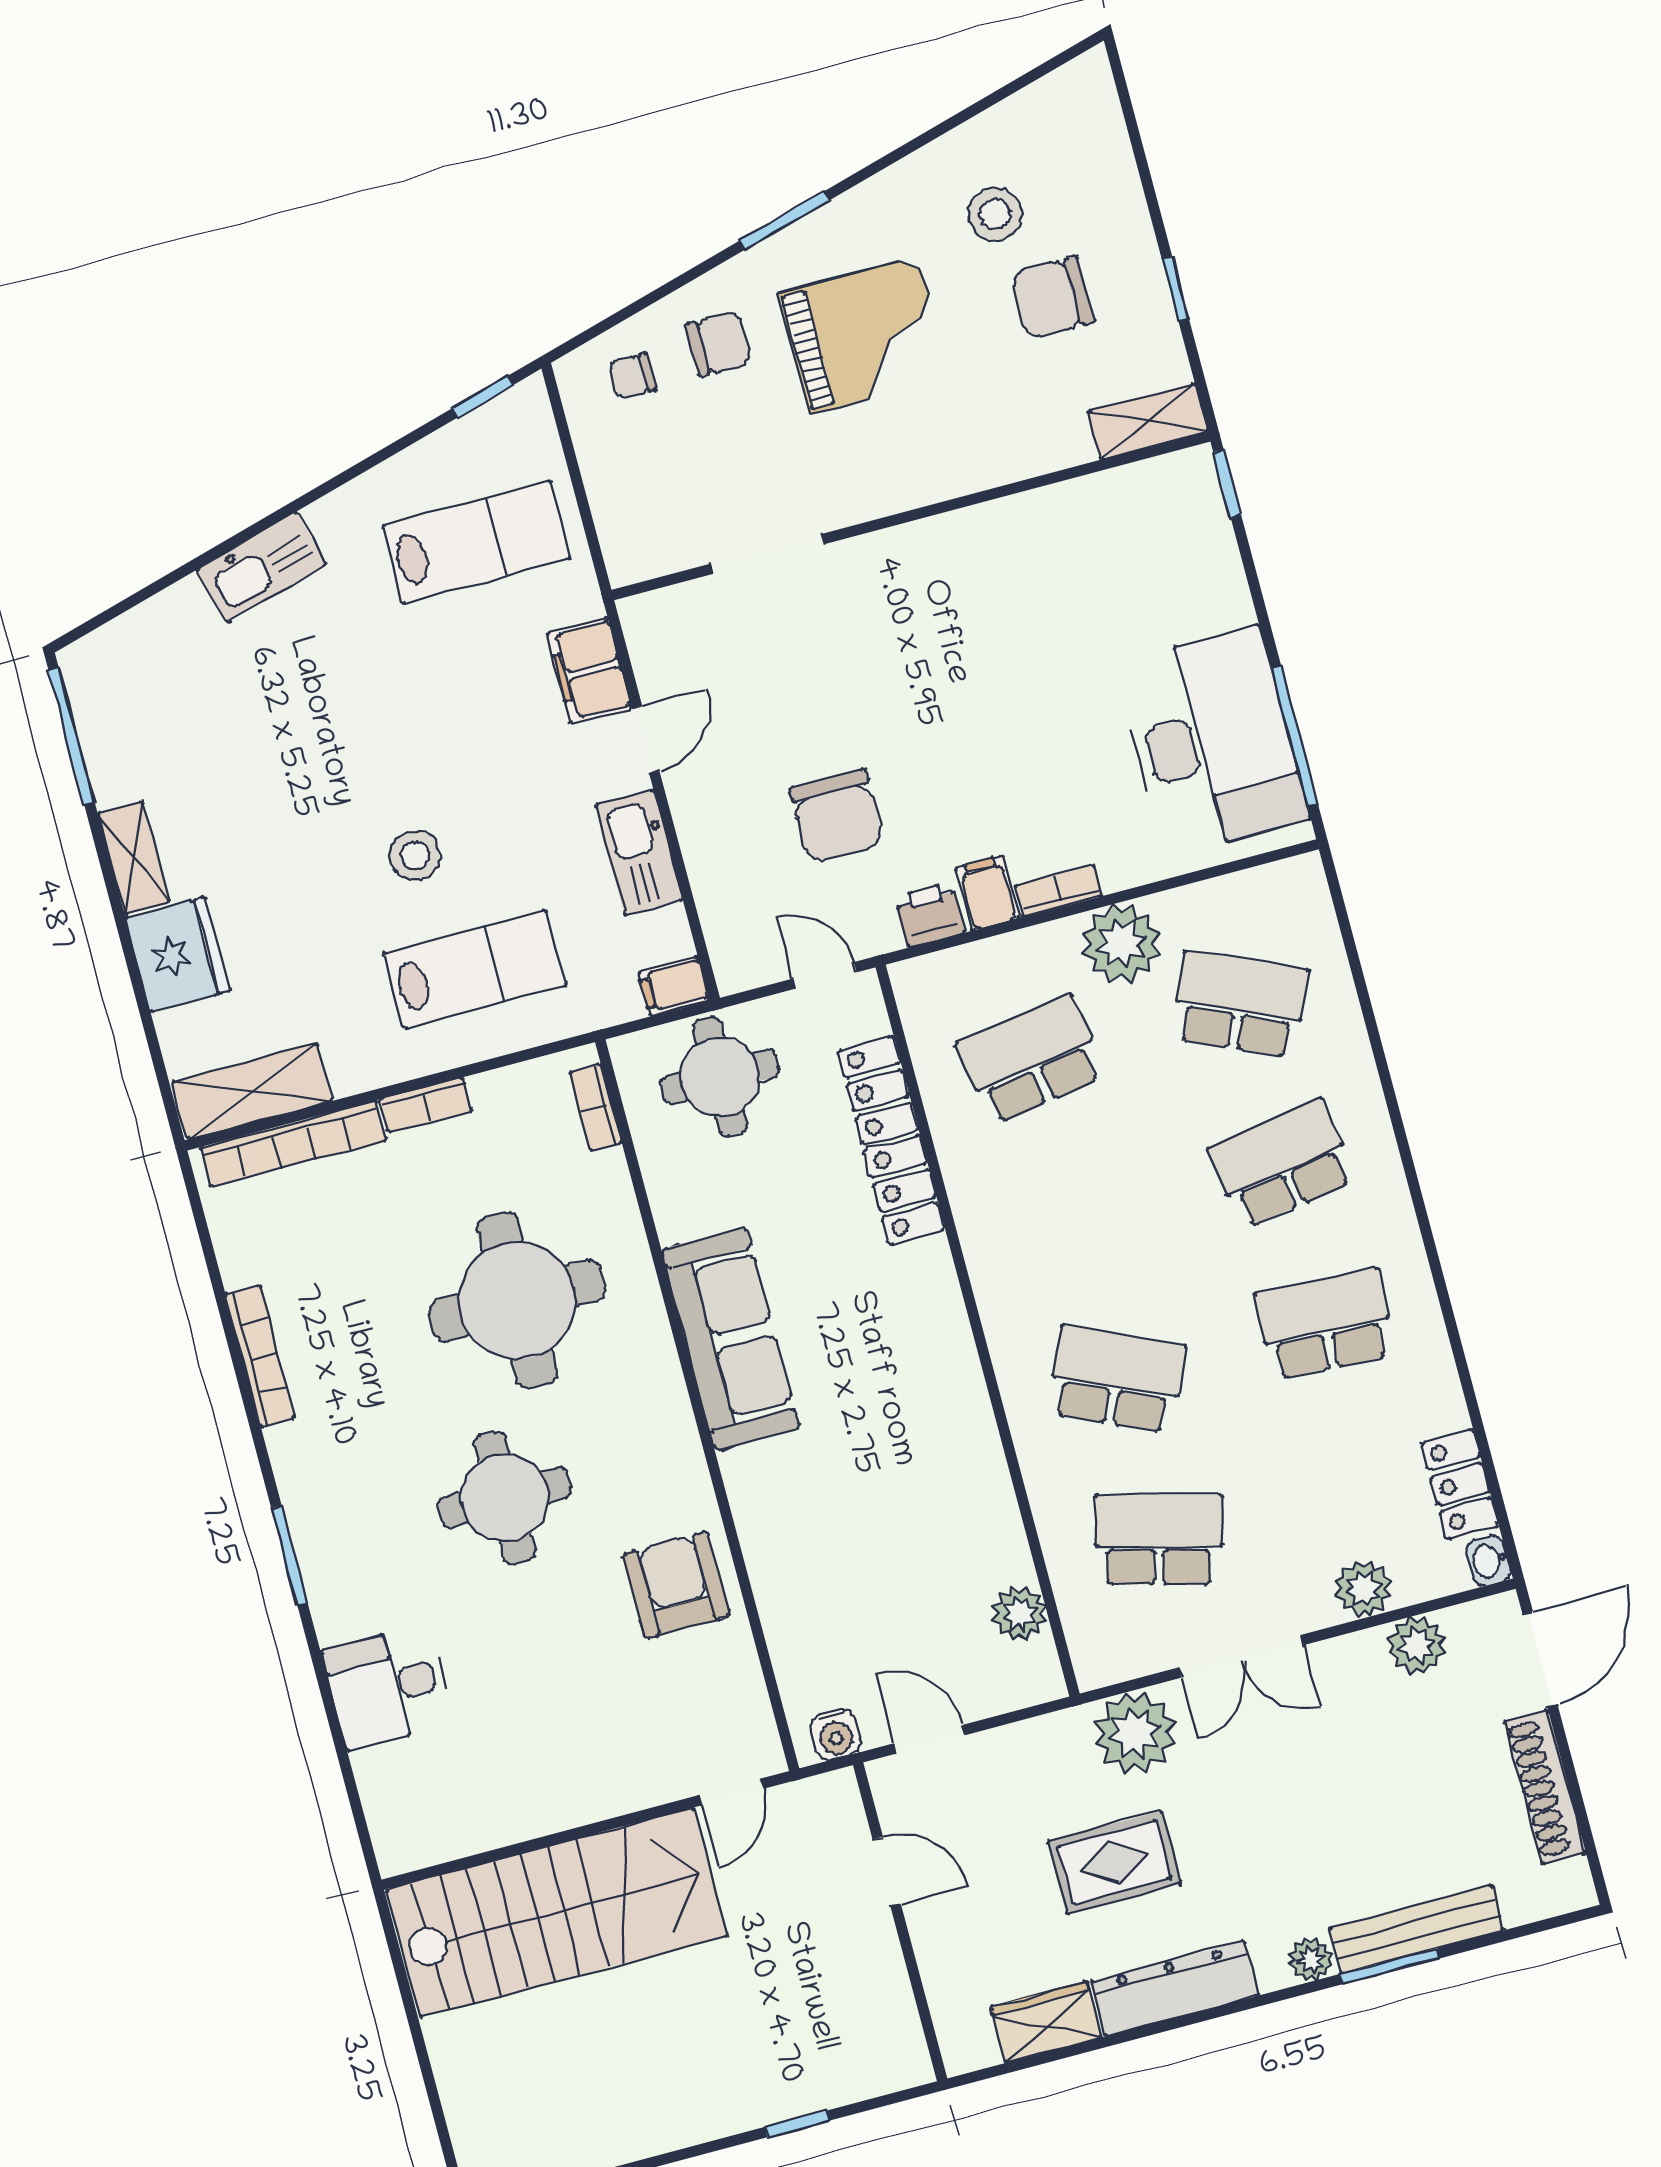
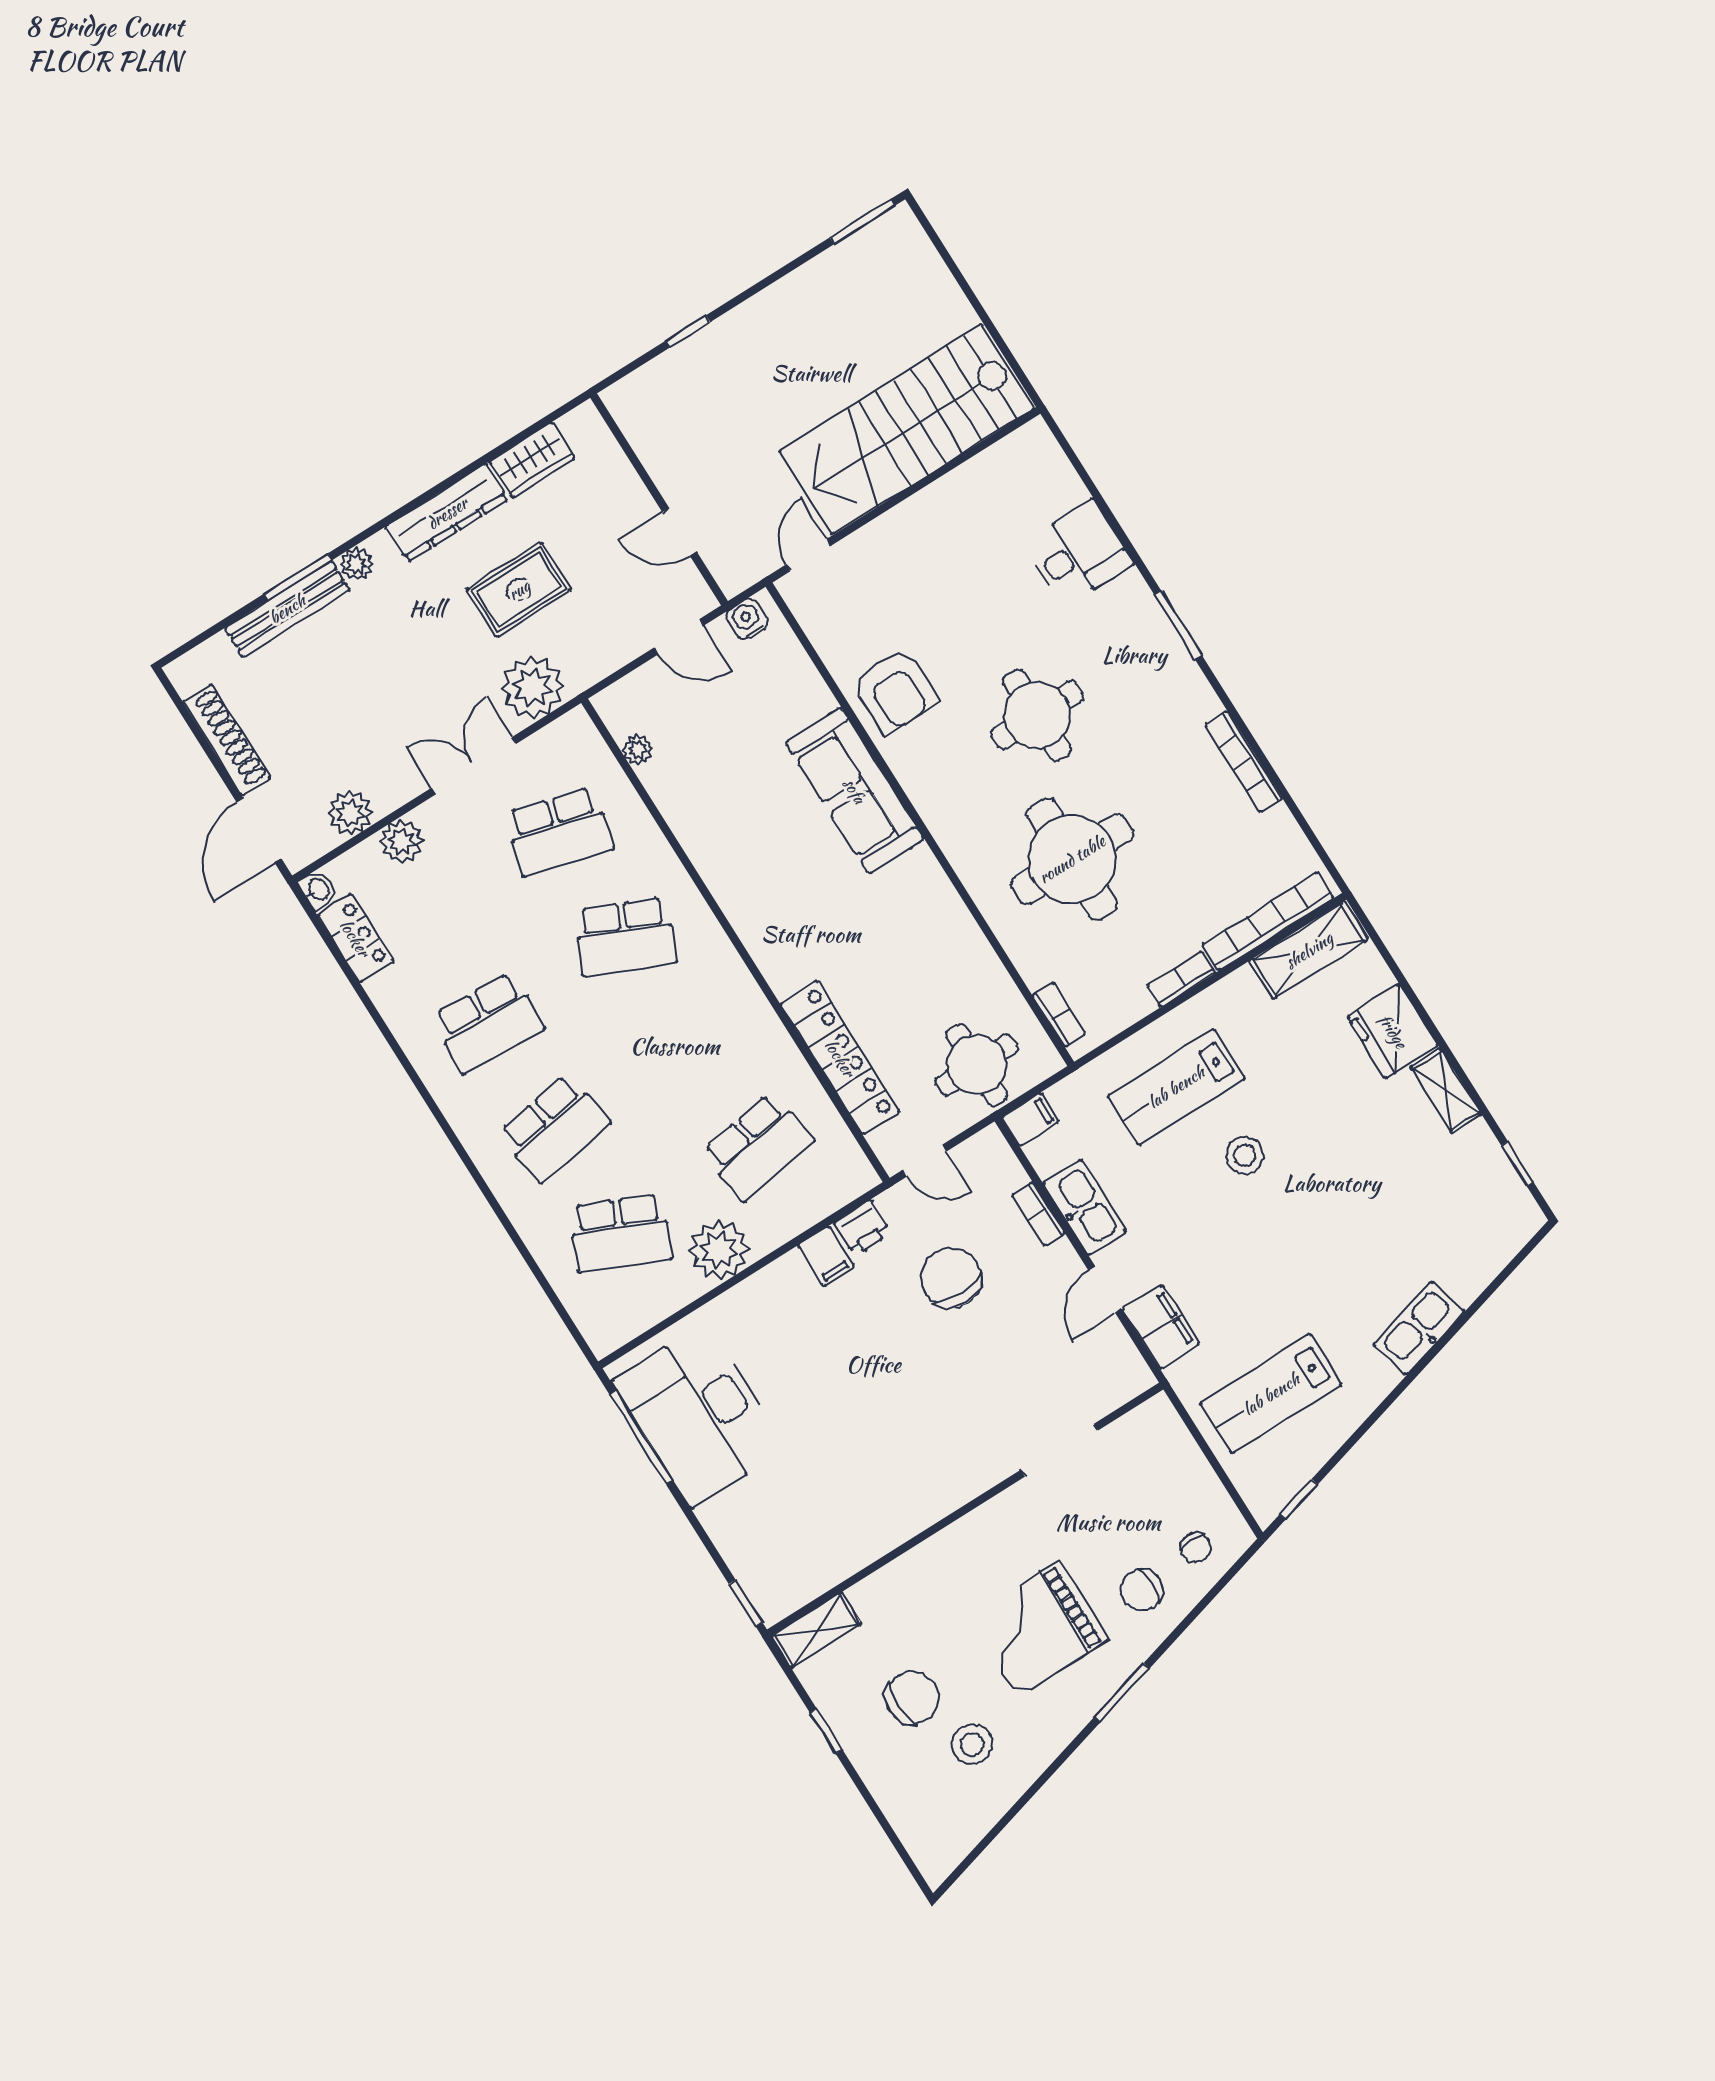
chair: (633, 376) -> (1196, 1547), turned 89
window: (72, 736) -> (1518, 1164), width x0.46
bookcase: (1059, 891) -> (1038, 1214), moved, turned 90
sofa: (731, 1339) -> (855, 791), moved
plant: (1019, 1614) -> (638, 750), width x0.73, depth x0.73

